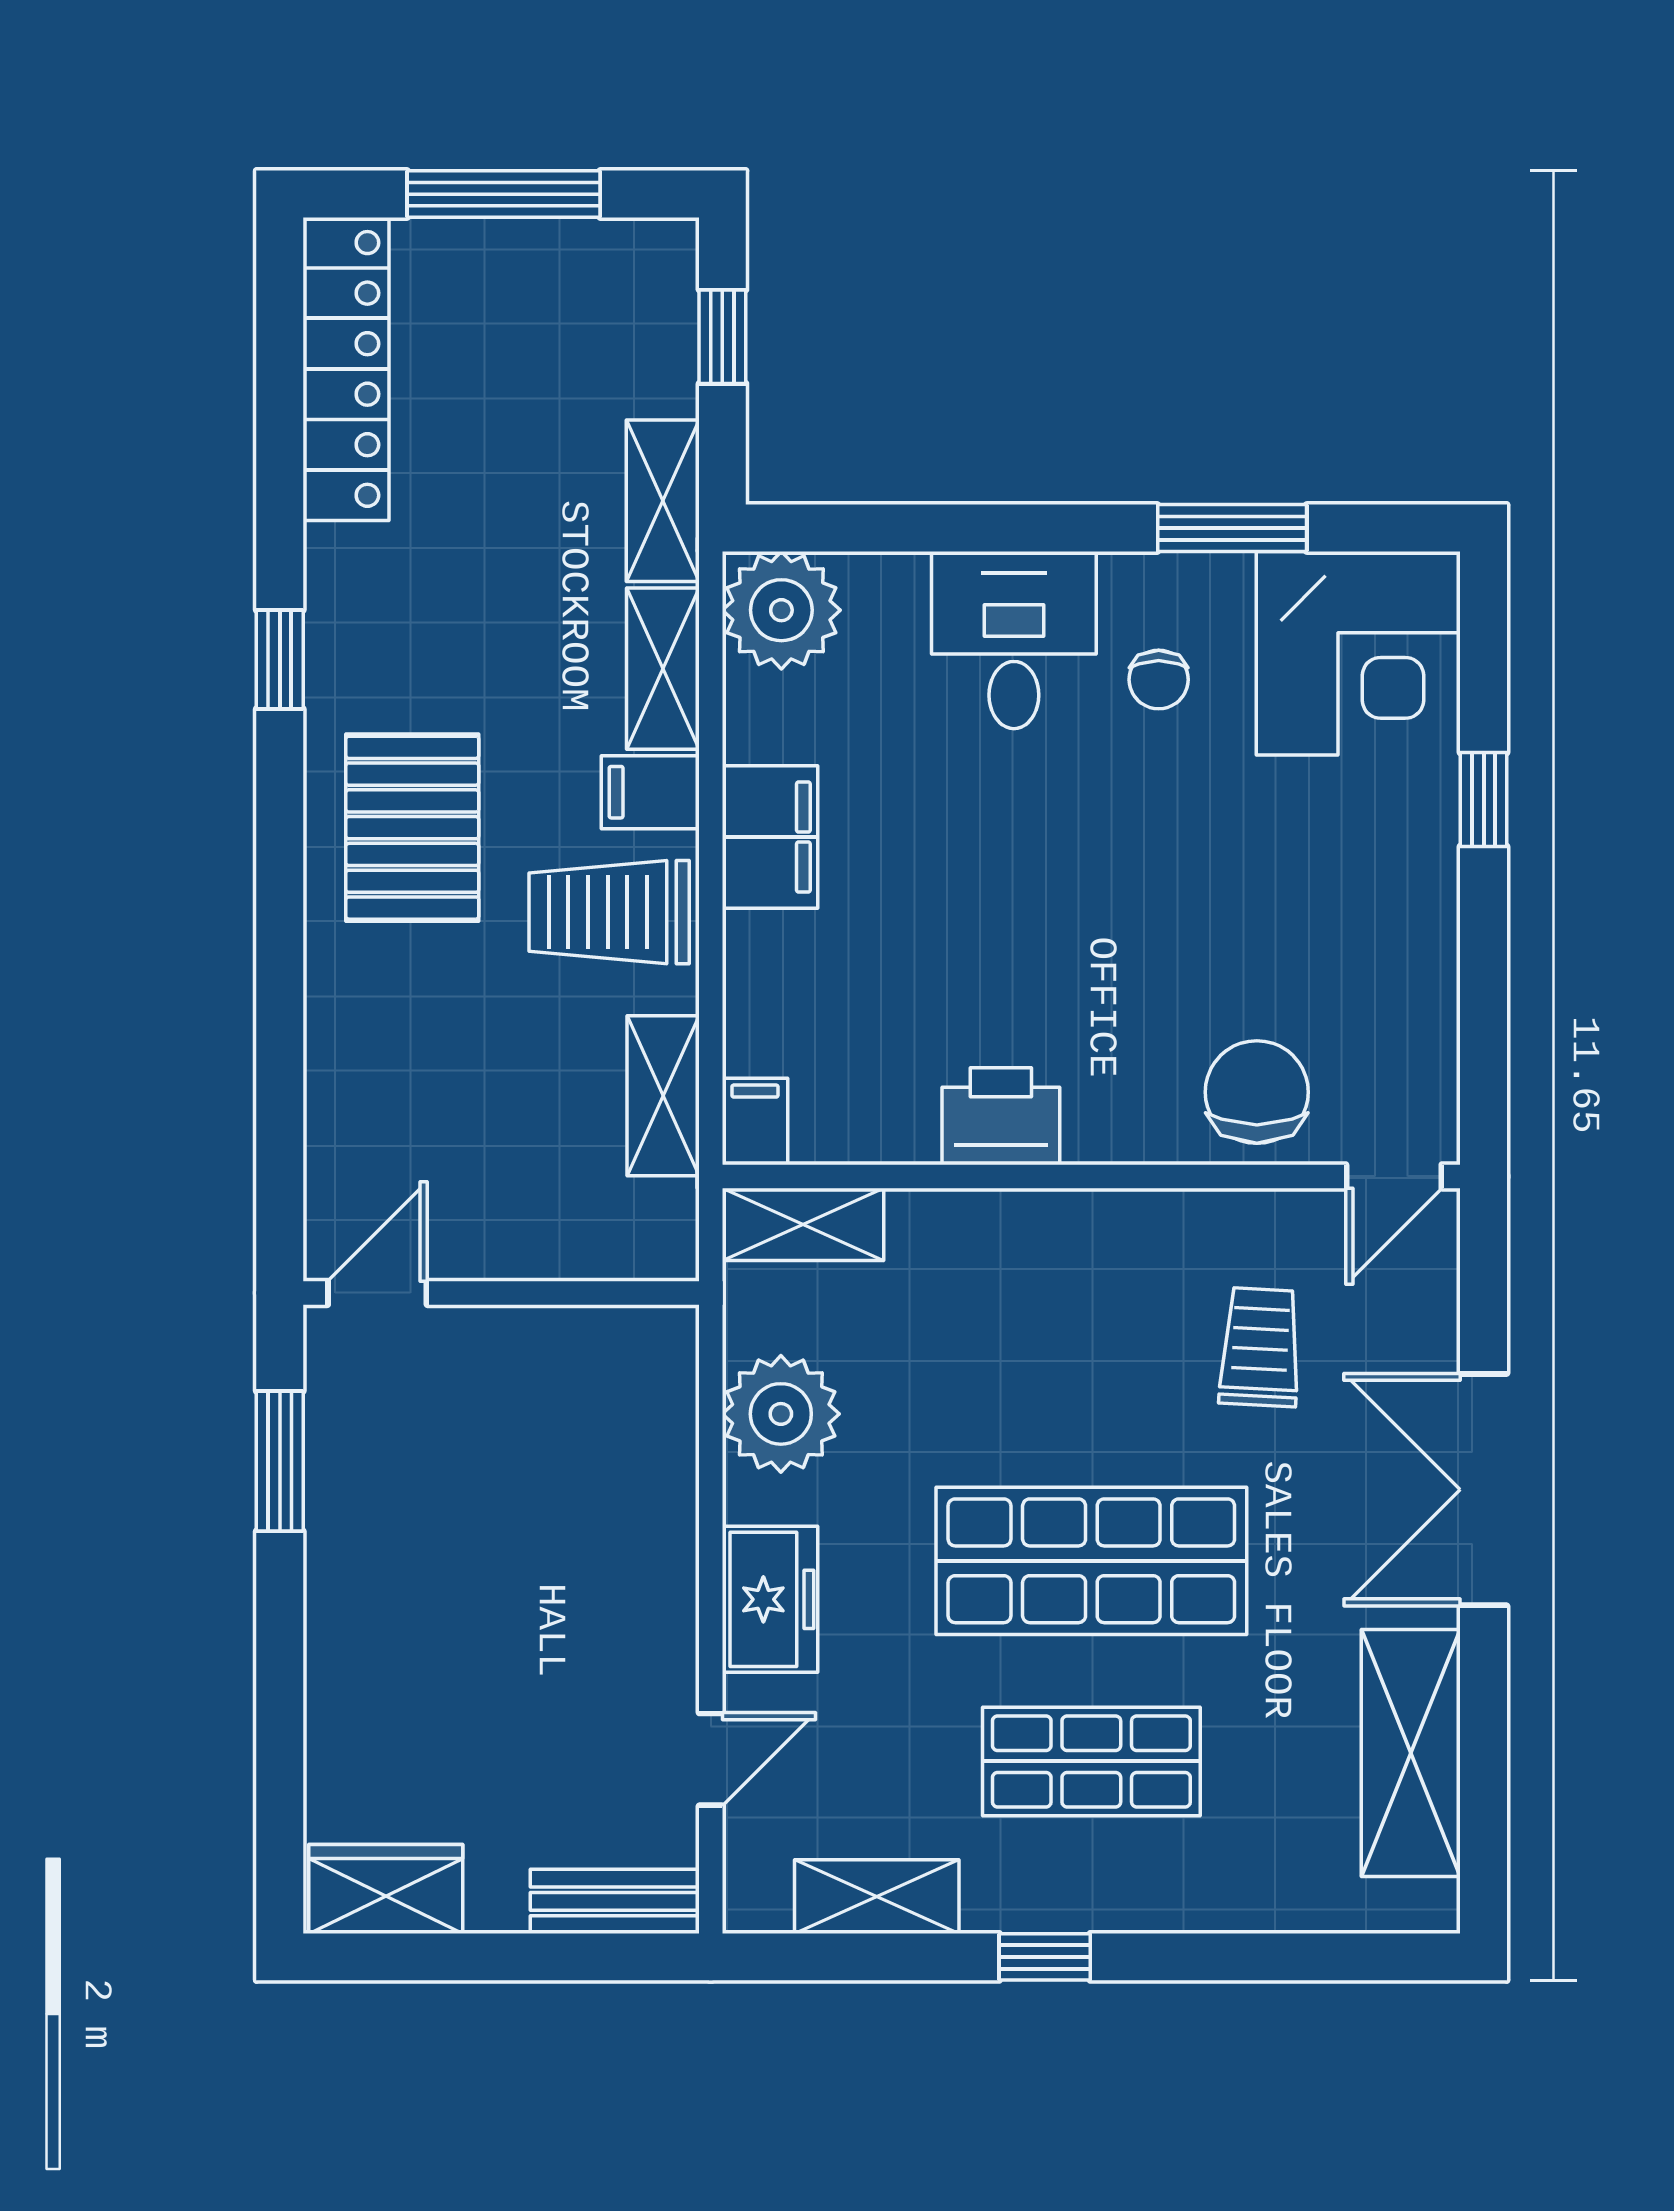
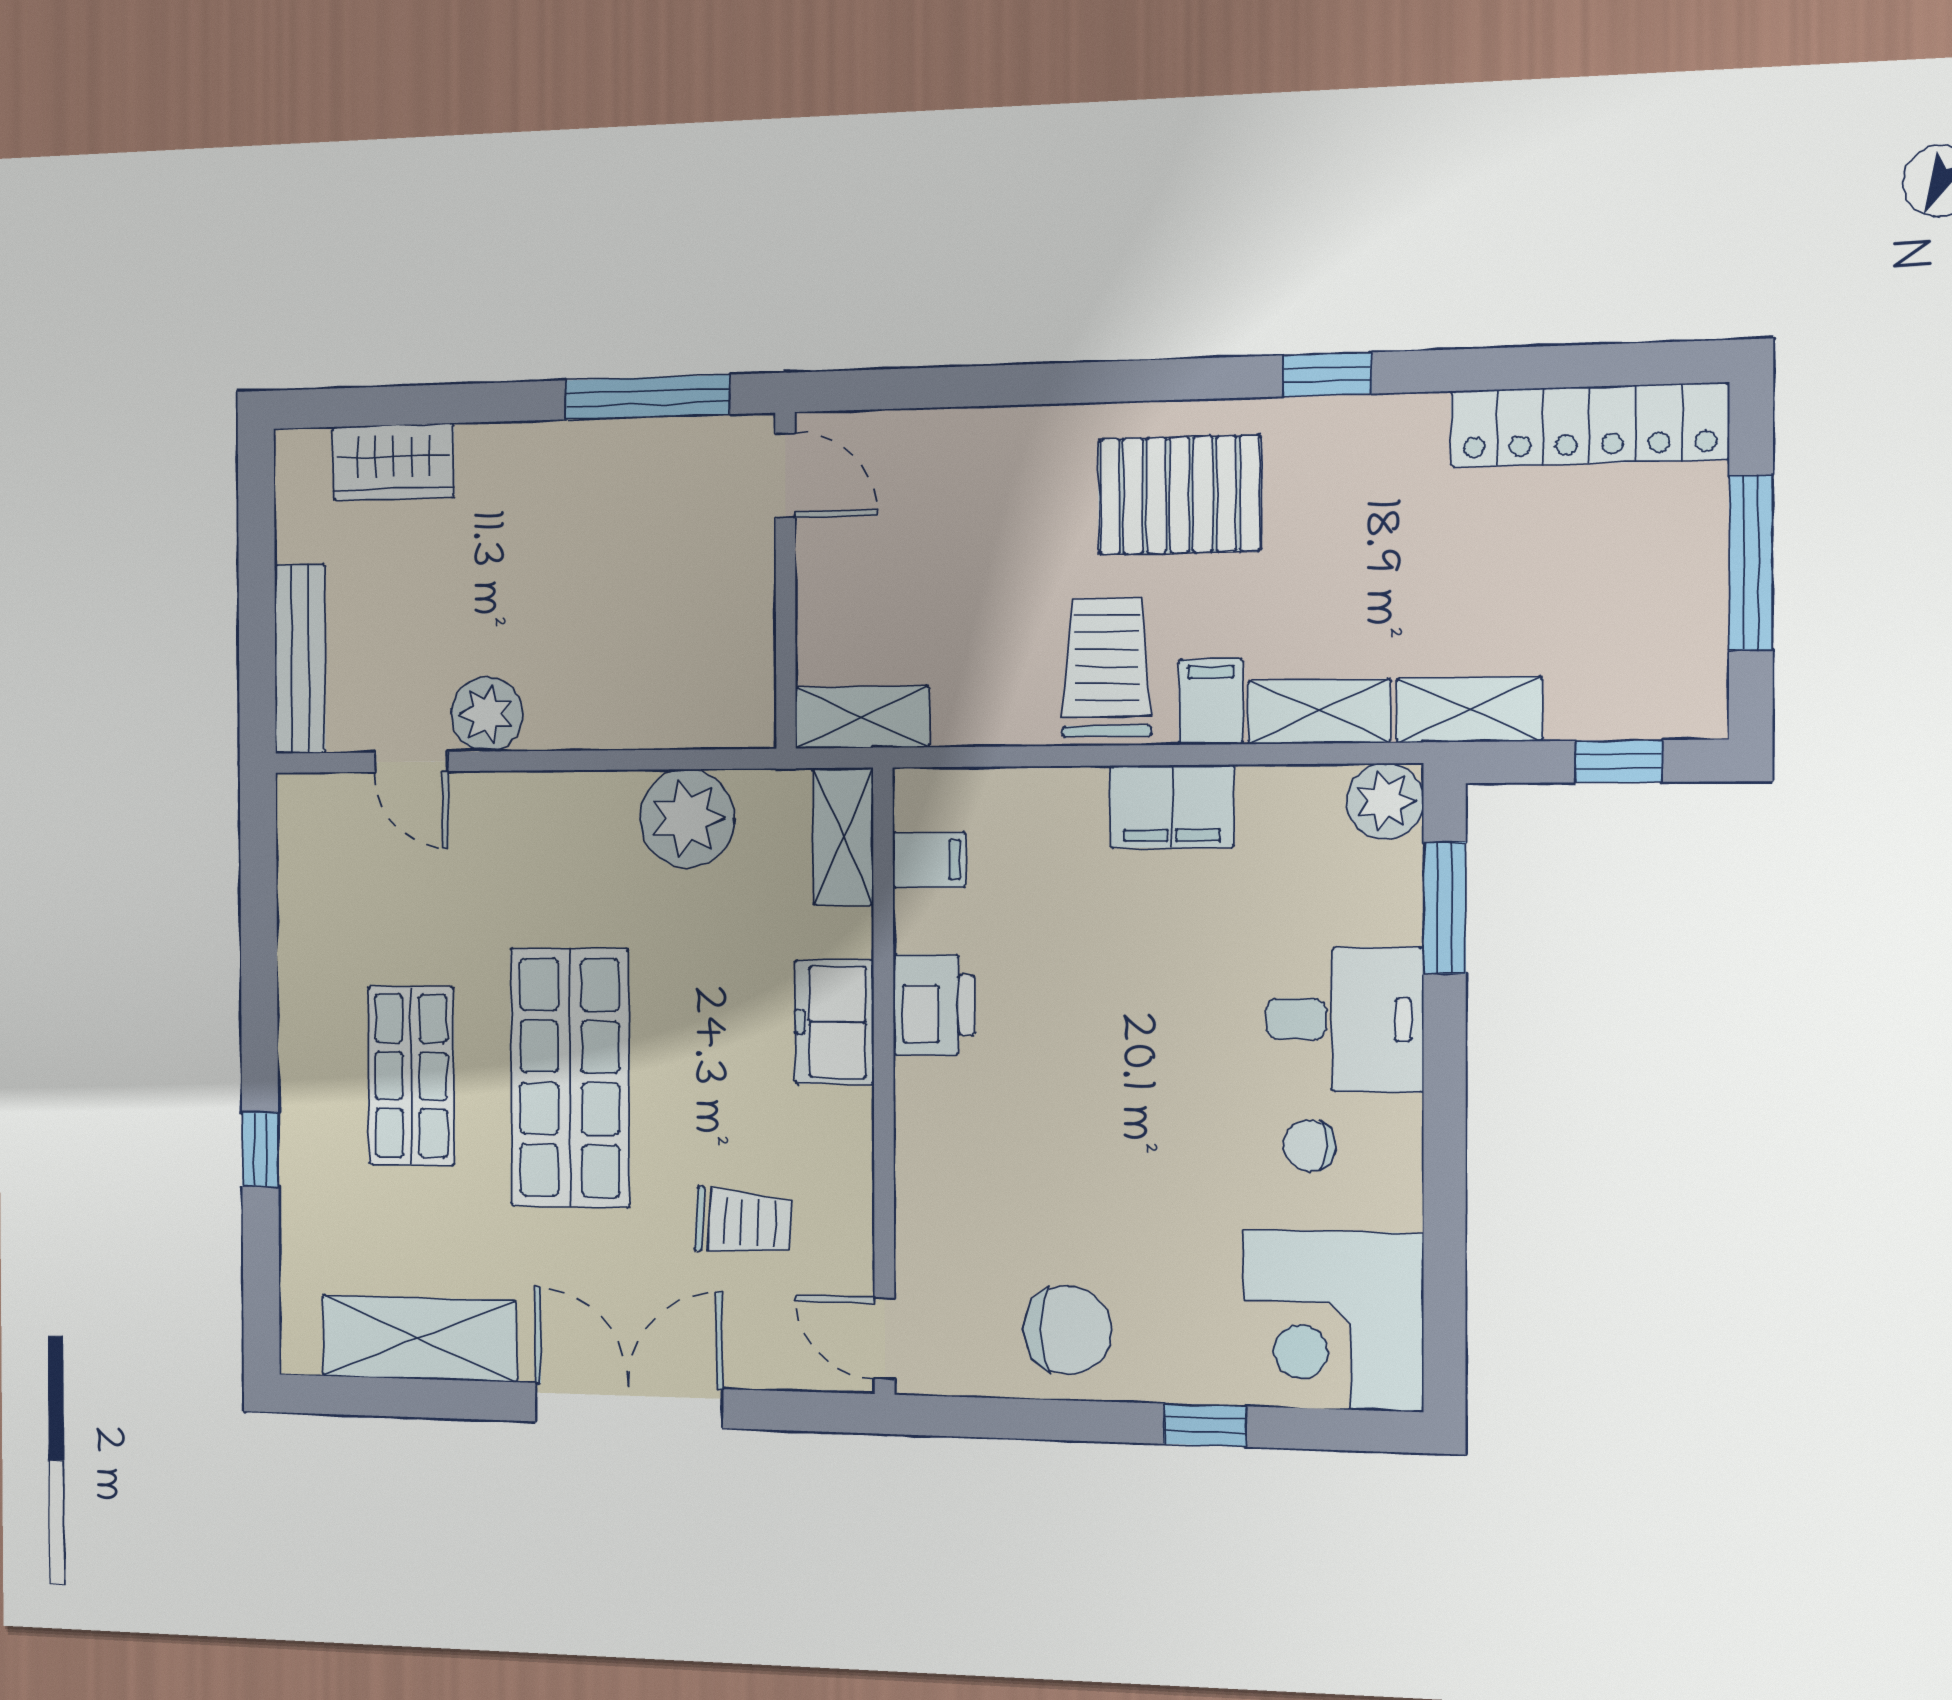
window: (1232, 528) -> (1445, 908), moved
plant: (781, 610) -> (1385, 801), width x0.73, depth x0.73
chair: (1257, 1092) -> (1068, 1330), moved
shelving: (663, 1096) -> (862, 717), moved
filing cabinet: (755, 1121) -> (929, 860), moved
window: (280, 1461) -> (647, 397), width x1.44
freezer: (770, 1599) -> (834, 1022), moved, turned 90
plant: (654, 1663) -> (487, 714), added
wardrobe: (386, 1889) -> (393, 462), moved, turned 90
shelving: (877, 1897) -> (305, 899), removed
bench: (615, 1901) -> (300, 659), width x1.36
window: (1045, 1957) -> (260, 1149), moved

